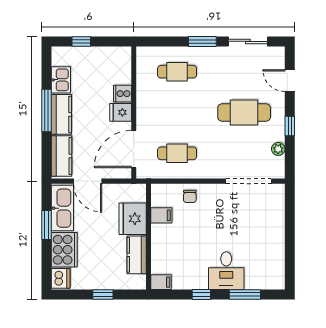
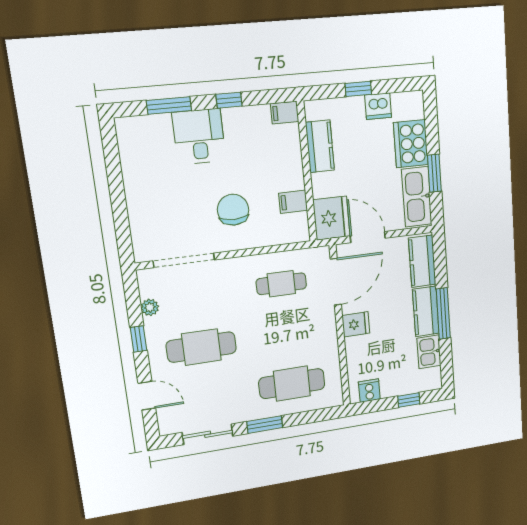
cafe table: (177, 72) -> (292, 384), width x1.37, depth x1.35
cooker: (122, 94) -> (369, 391), moved, turned -90
door: (88, 181) -> (368, 237), moved
chair: (190, 196) -> (233, 210), moved, width x1.87, depth x1.87
fridge: (133, 219) -> (332, 218), moved
dishwasher: (61, 278) -> (378, 106), moved, turned -90

